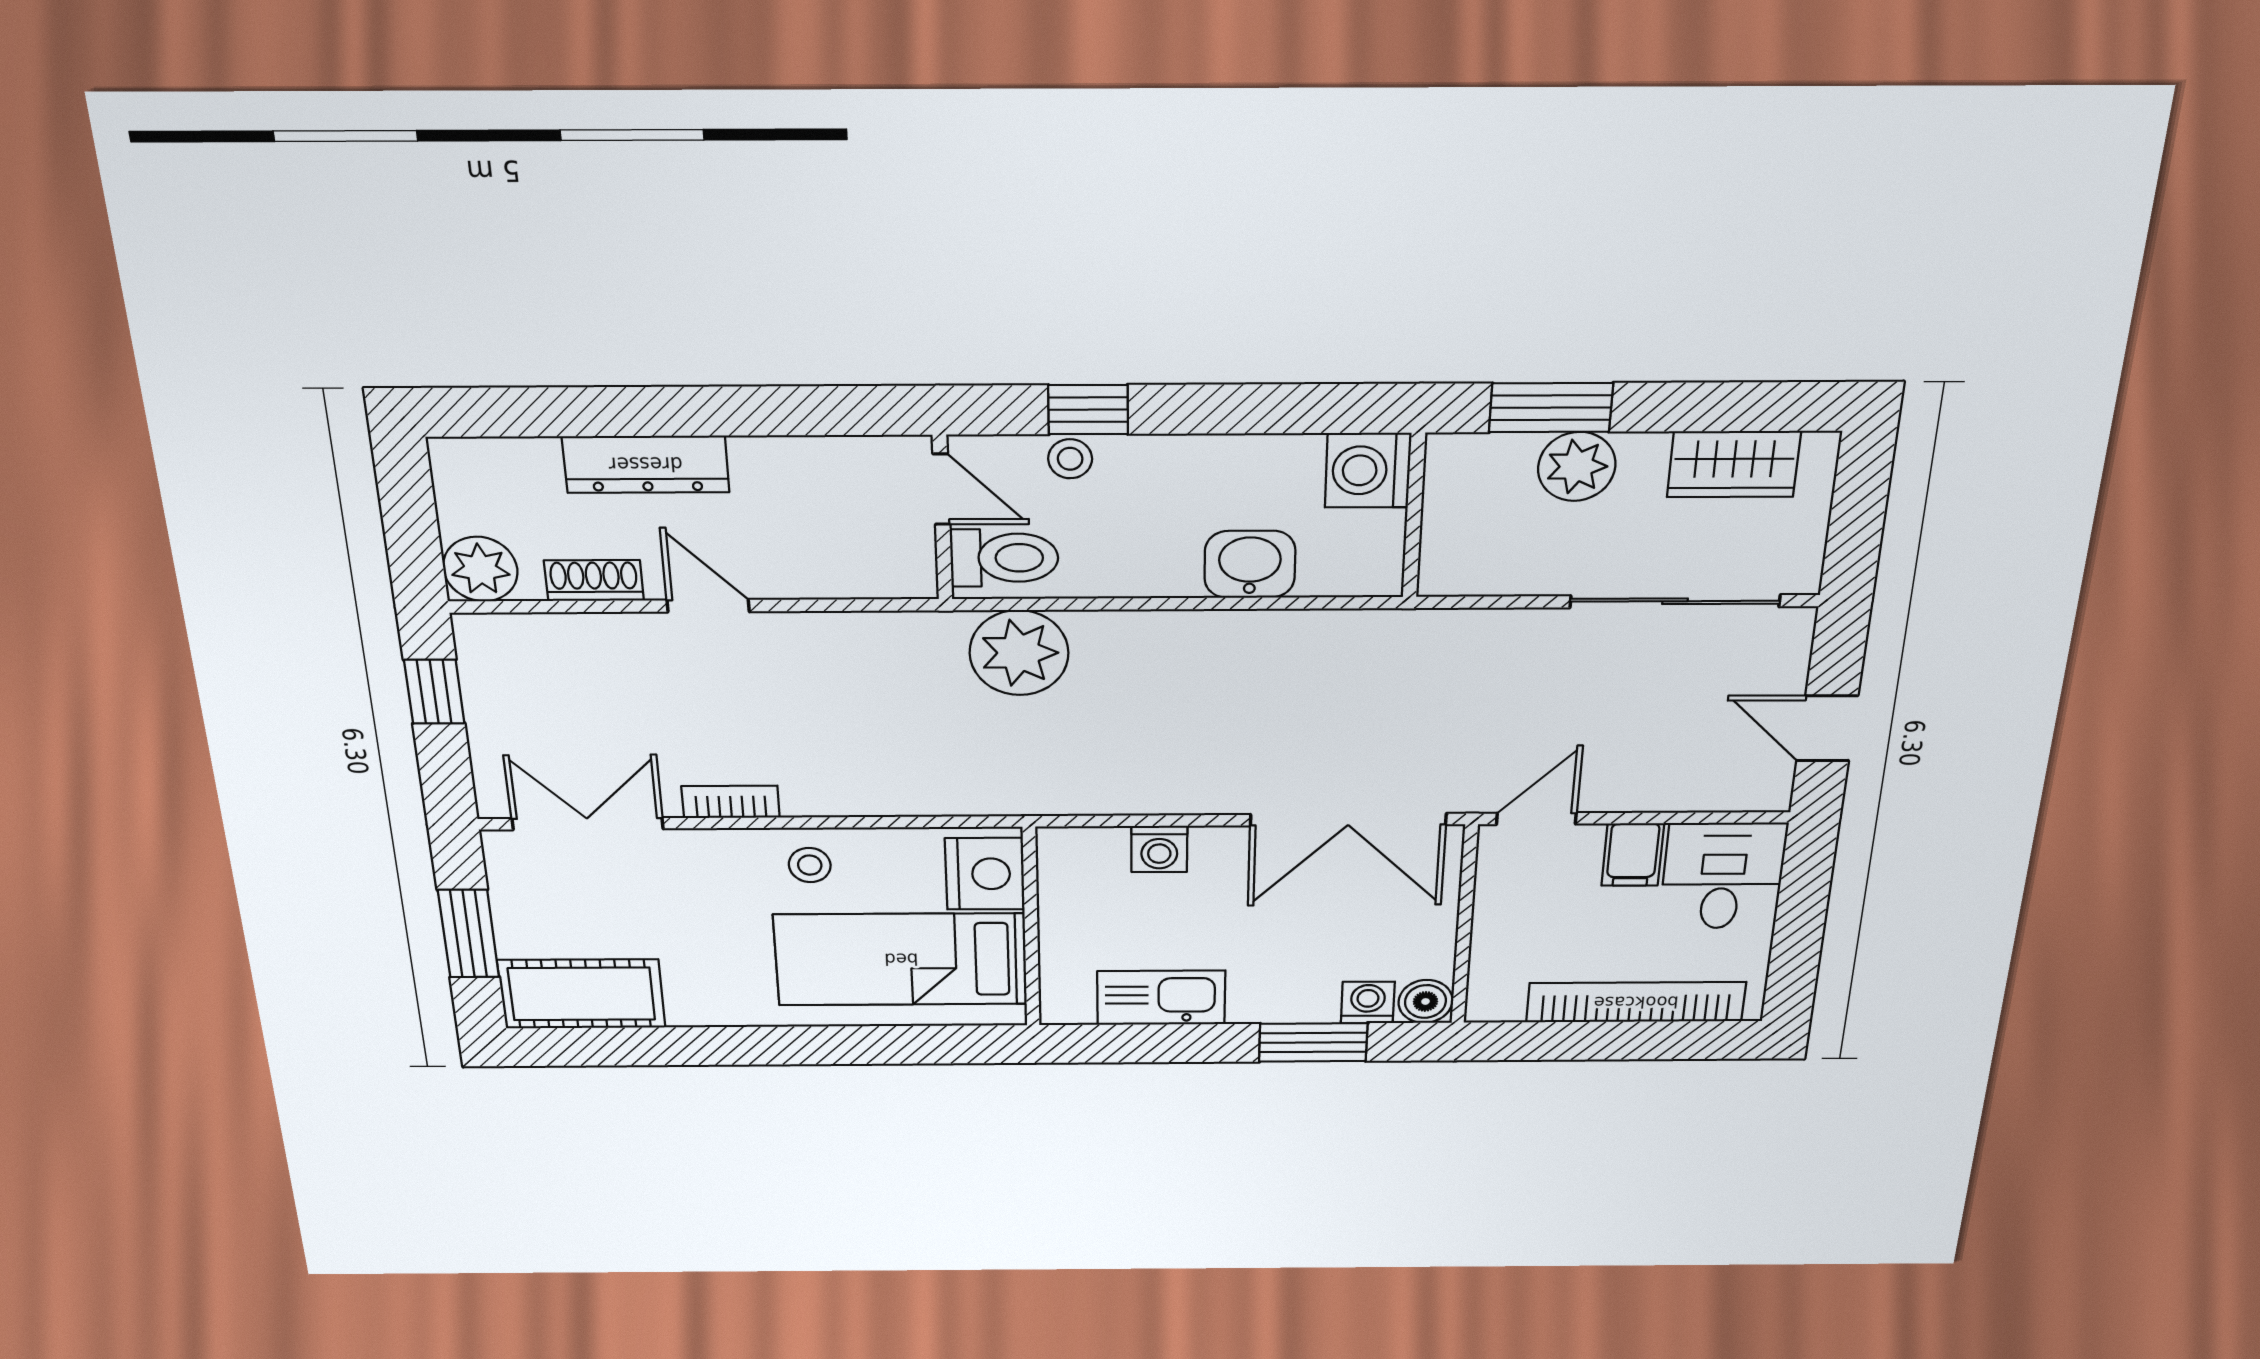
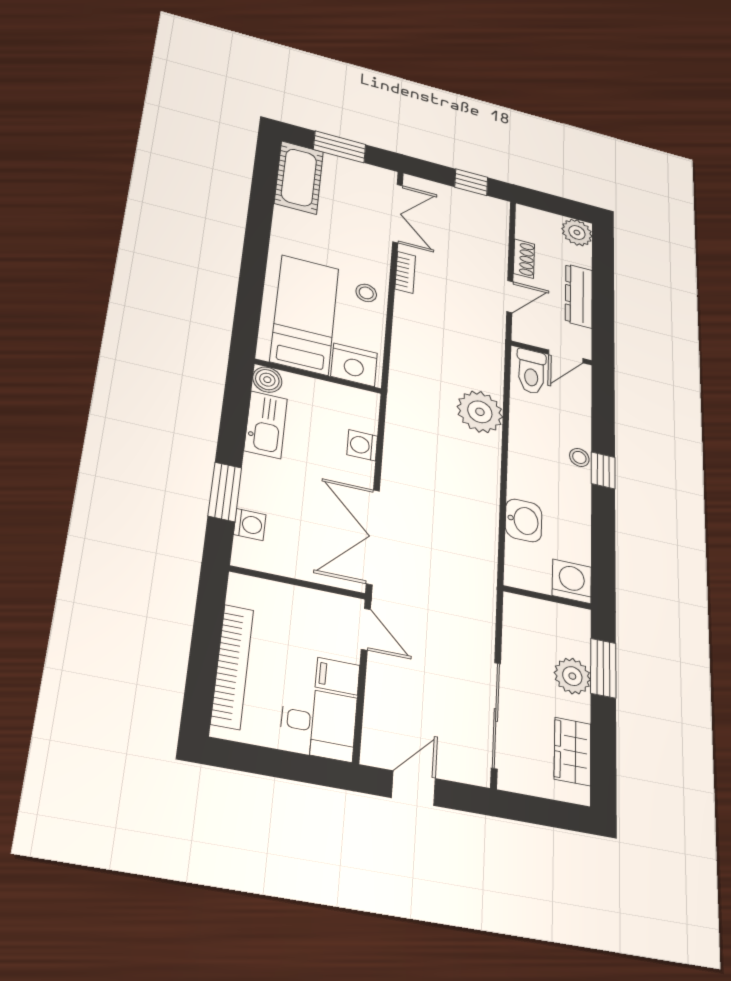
door: (941, 489) -> (566, 356), moved
wall: (943, 518) -> (552, 353), moved
toilet: (1004, 558) -> (531, 371), moved
plant: (480, 569) -> (577, 232), moved
boiler: (1425, 1001) -> (267, 380), moved

